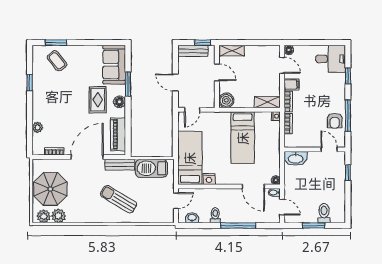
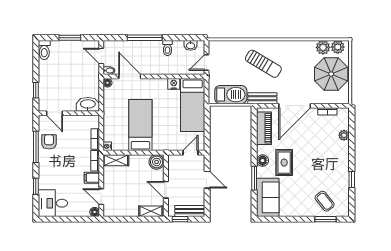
toilet: (324, 213) -> (44, 50), moved

